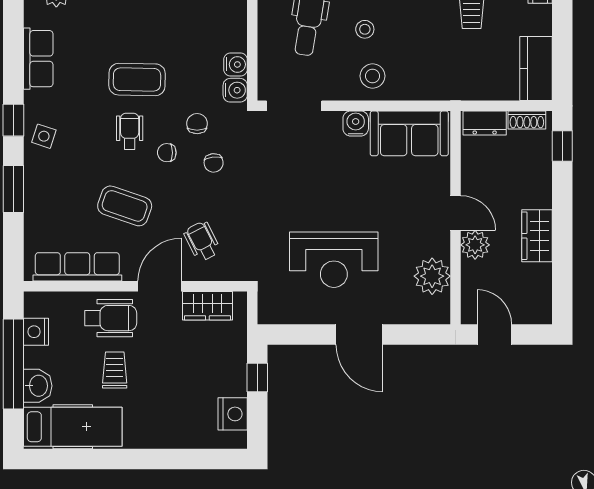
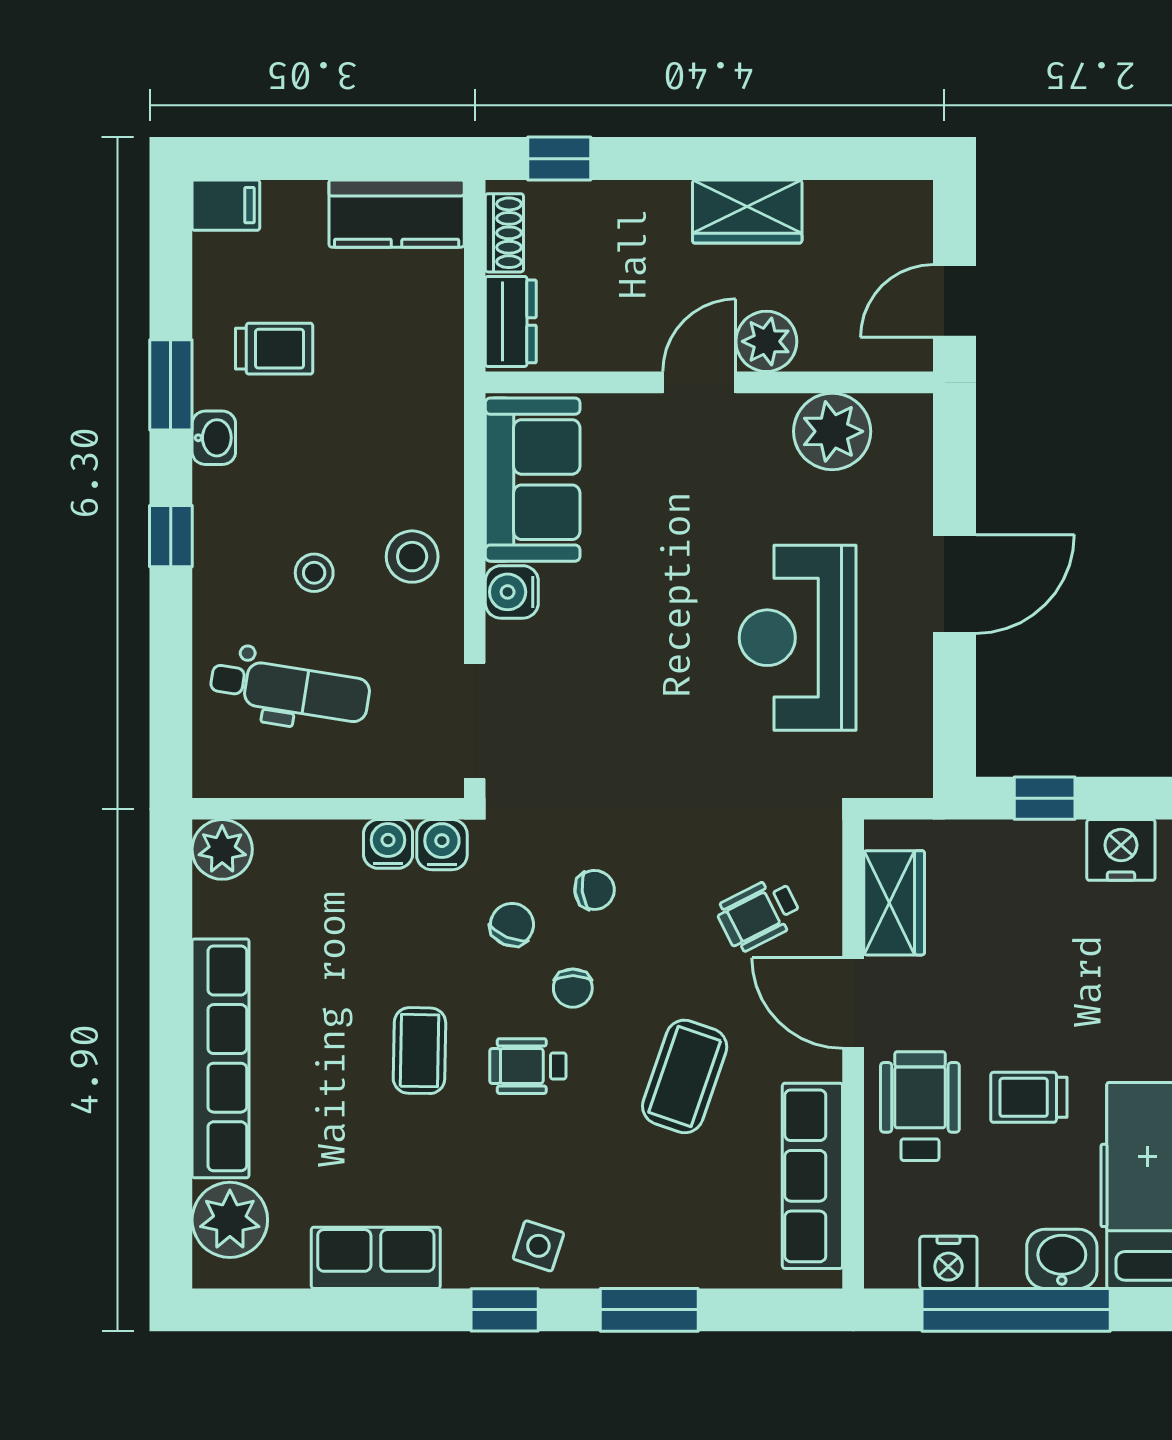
coffee table: (137, 79) -> (419, 1051), width x0.73, depth x0.77
chair: (197, 124) -> (512, 925), turned 113
reception desk: (334, 260) -> (798, 638), turned 180

